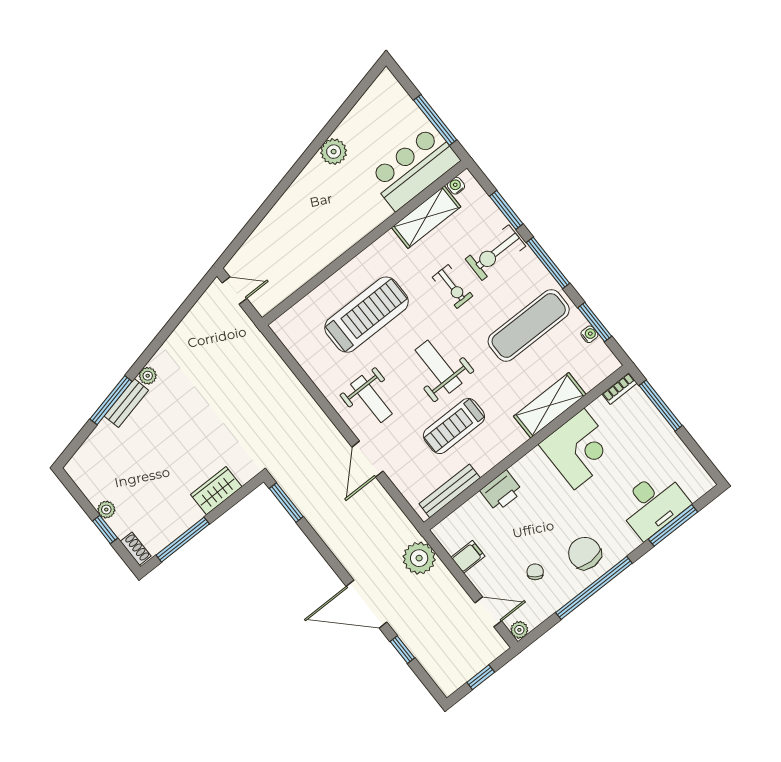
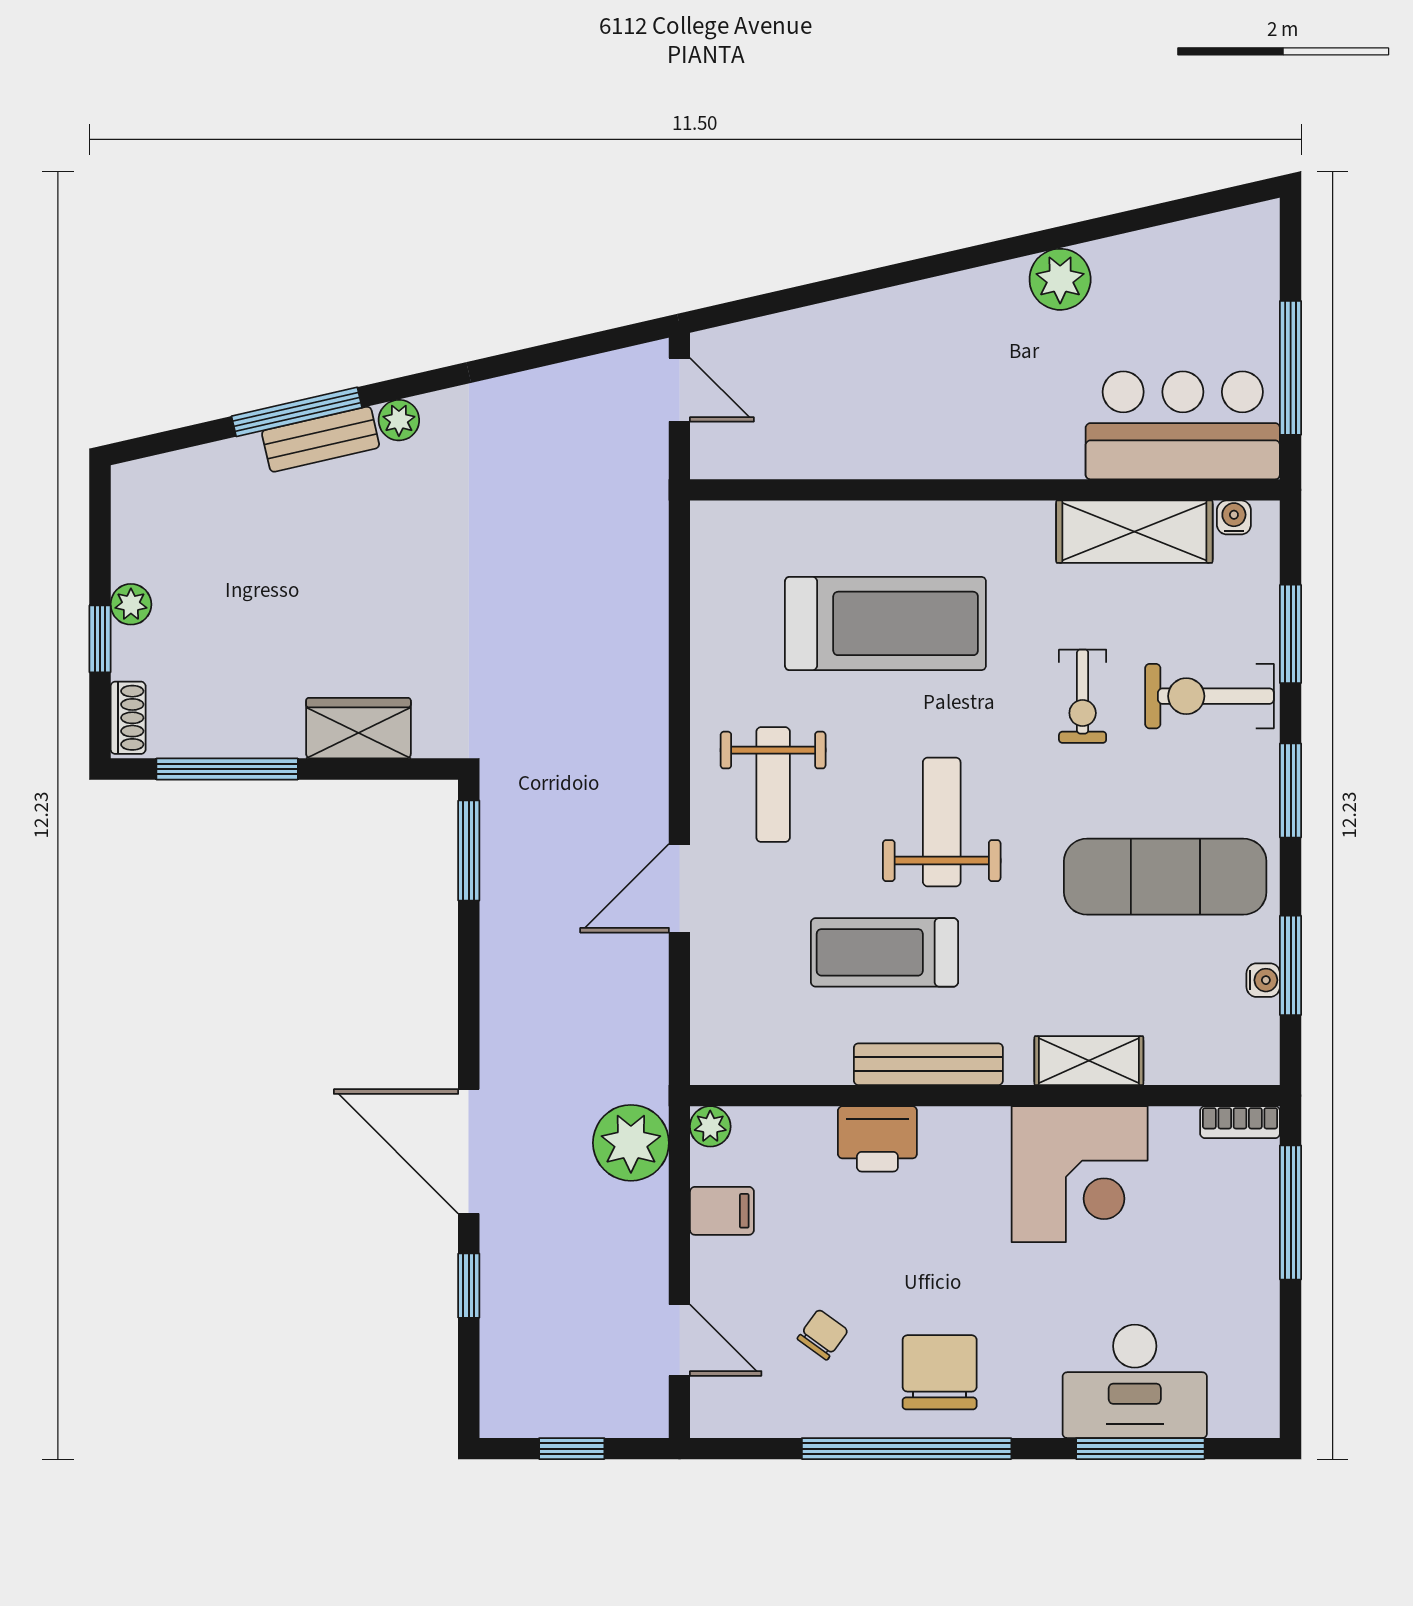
window: (548, 263) -> (1291, 790), width x0.69
shelving: (550, 405) -> (1089, 1061), width x0.67, depth x0.75
bench: (450, 491) -> (928, 1064), moved
plant: (519, 630) -> (710, 1126), moved

